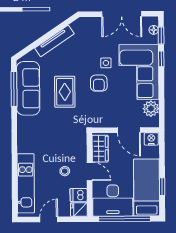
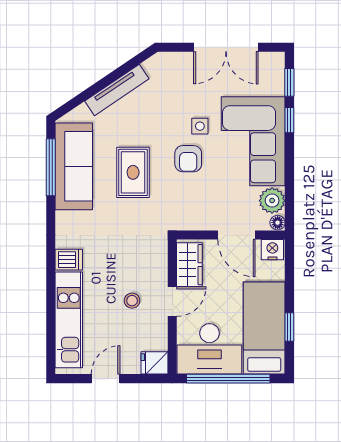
floor lamp: (154, 30) -> (278, 223), moved
door: (90, 171) -> (172, 302), hinge flipped
dishwasher: (79, 195) -> (69, 260), moved, turned 180

